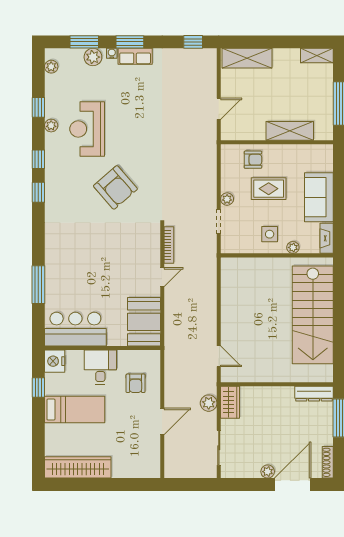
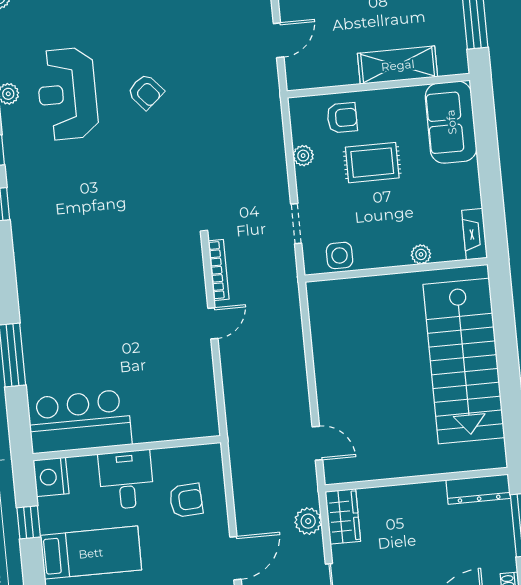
armchair: (115, 187) -> (146, 92), moved, width x0.53, depth x0.53
sofa: (319, 197) -> (451, 122), moved
plant: (227, 199) -> (303, 156), moved
side table: (270, 234) -> (340, 255), moved
booth: (144, 322) -> (190, 399), removed
armchair: (136, 383) -> (186, 500), turned -93

